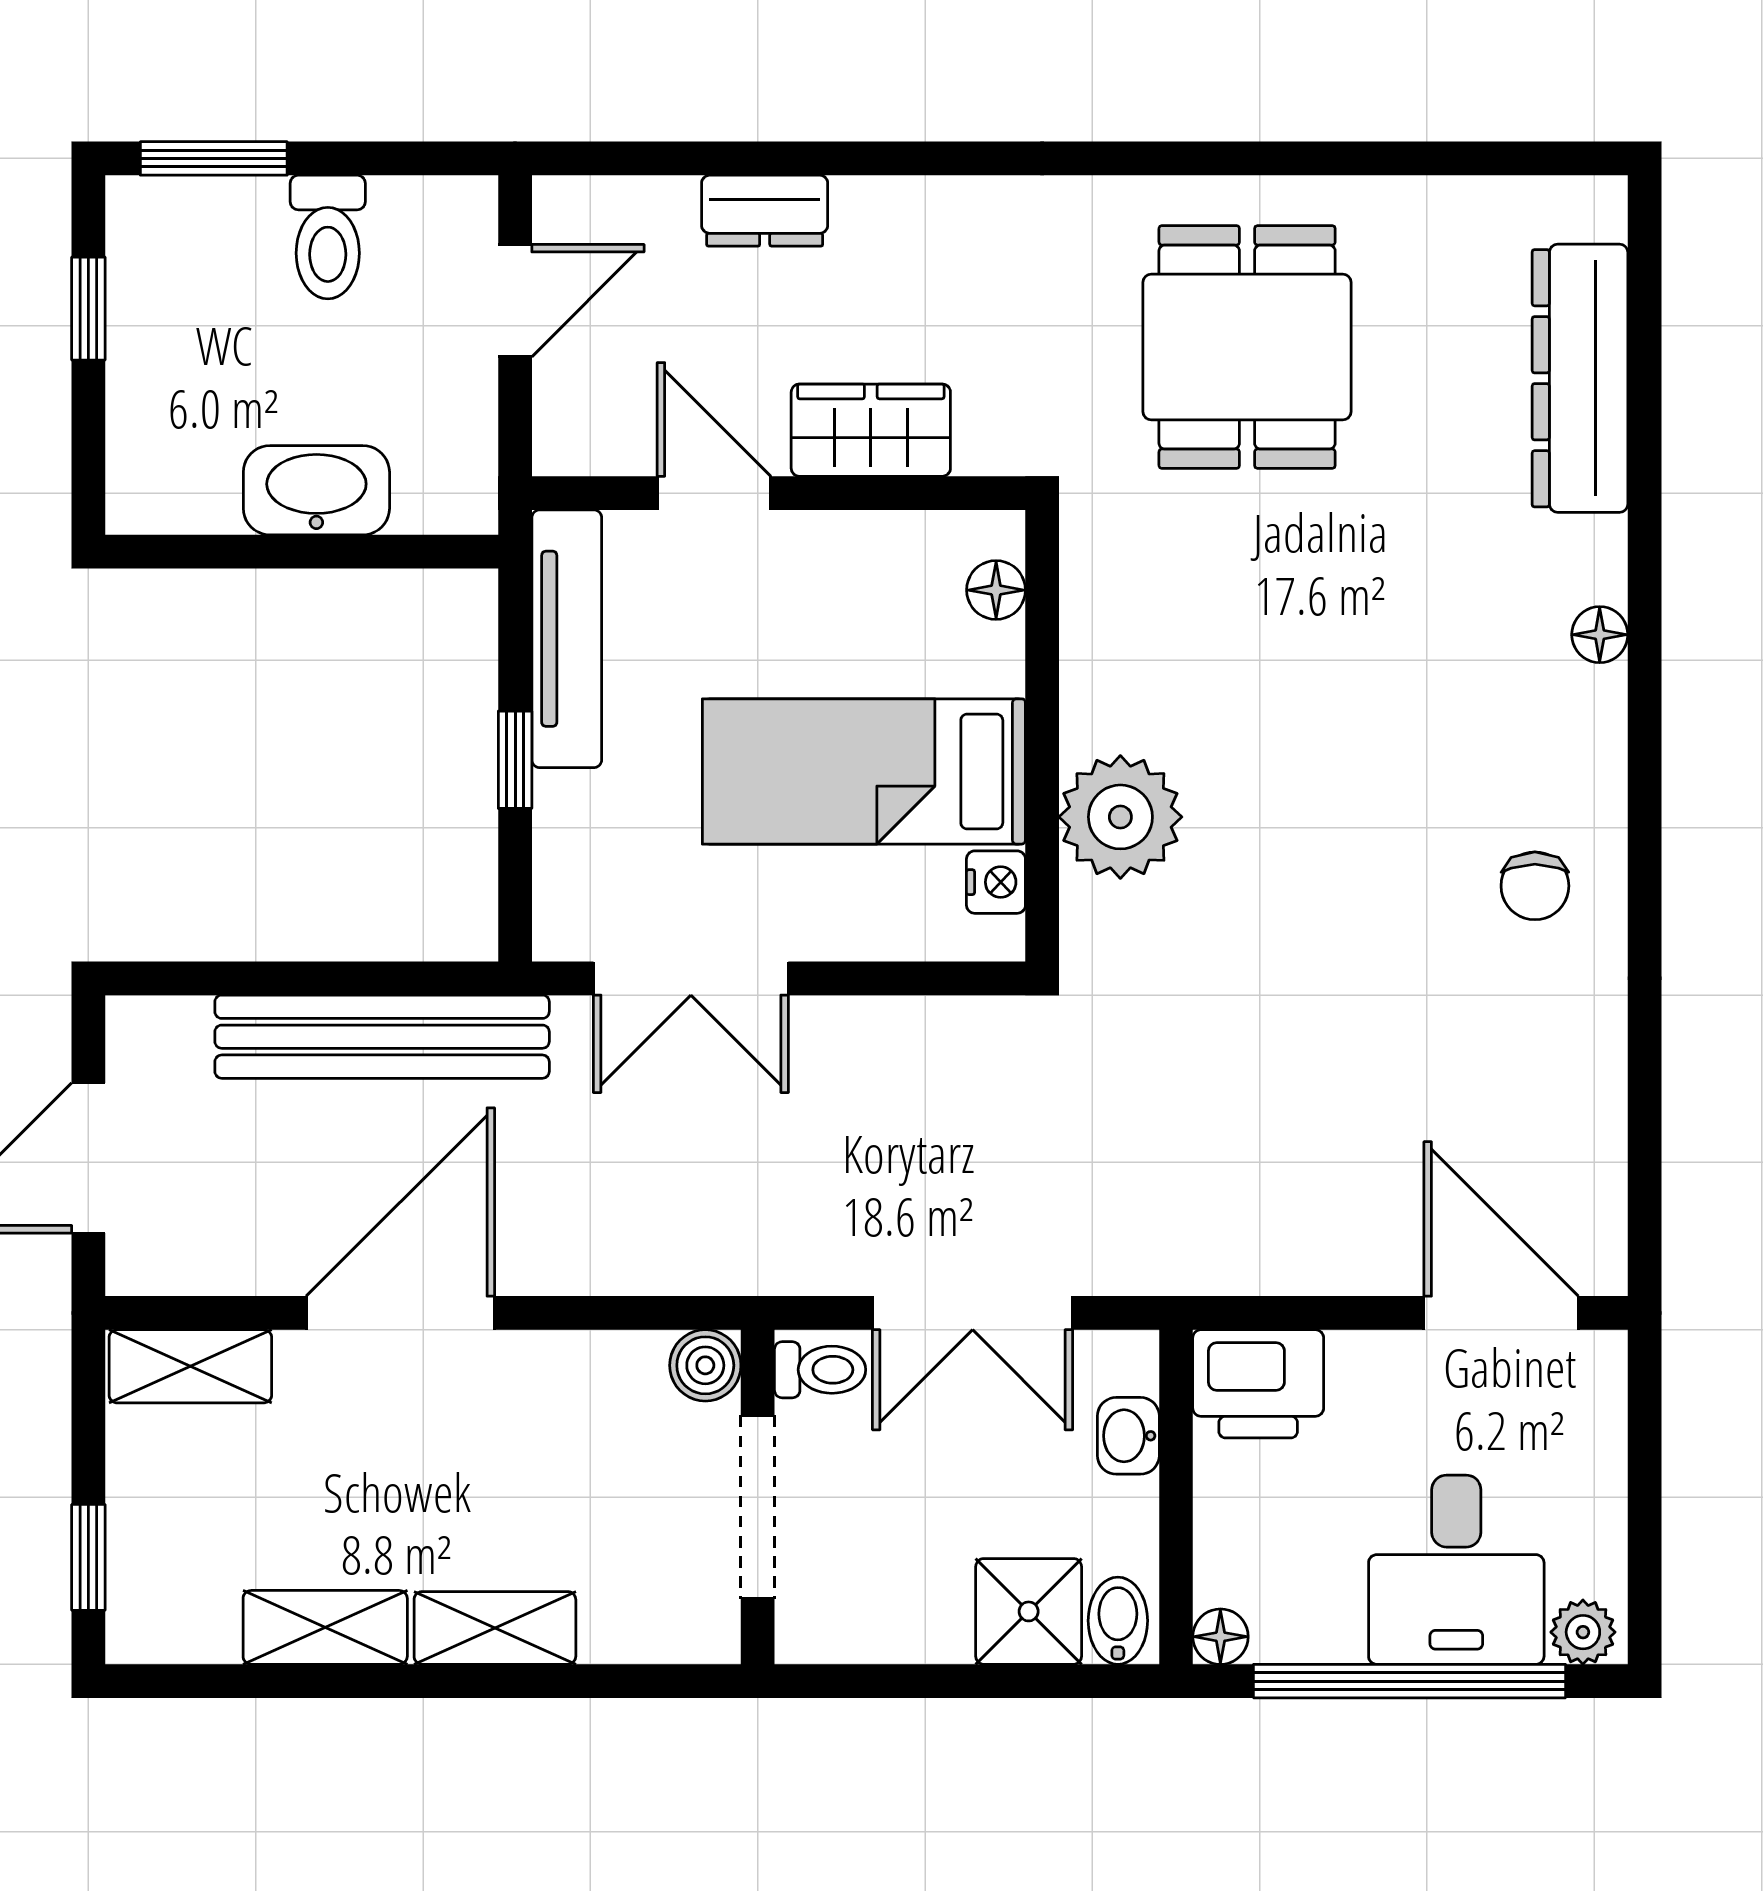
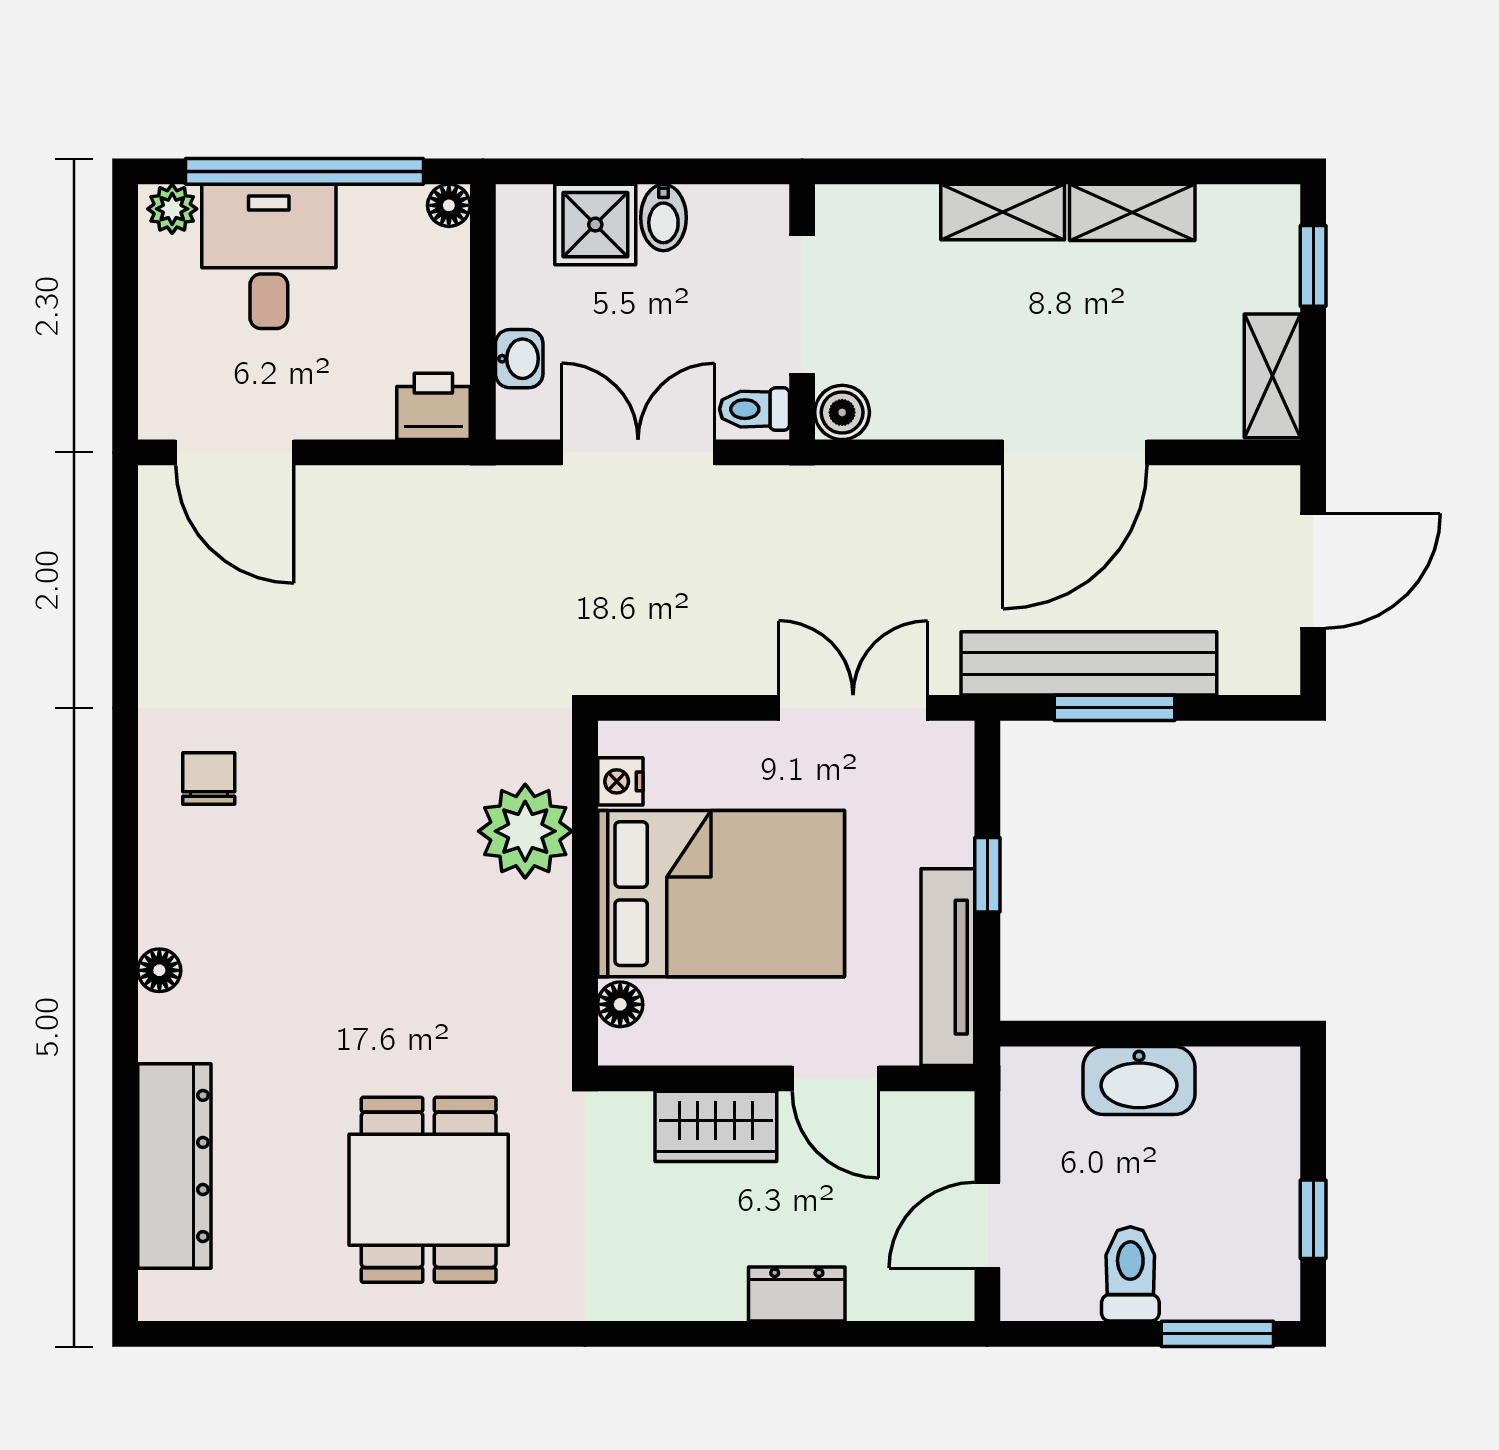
bed: (864, 771) -> (721, 894), width x1.50
window: (349, 978) -> (1114, 708), added
shelving: (190, 1366) -> (1272, 376), moved, turned 90
printer: (1258, 1384) -> (433, 406), width x0.73, depth x0.81
bidet: (1118, 1621) -> (663, 218), moved

